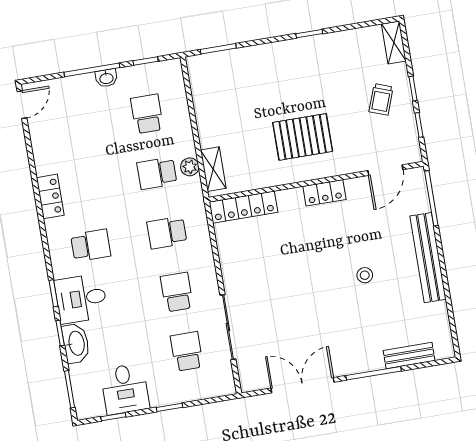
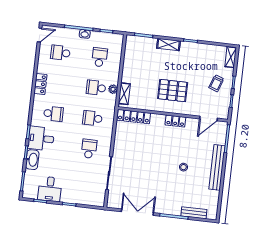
shelving: (270, 53) -> (168, 45), added
school desk: (187, 351) -> (60, 53), moved, turned -90

